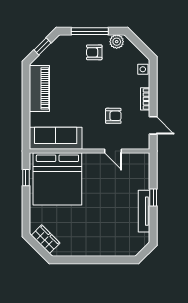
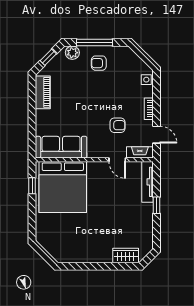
plant: (117, 42) -> (72, 53), moved
piano: (39, 88) -> (43, 92), width x0.73, depth x0.75
fireplace: (136, 144) -> (140, 152), added
tv unit: (144, 211) -> (147, 182), moved
wardrobe: (46, 239) -> (126, 255), moved, turned -45

